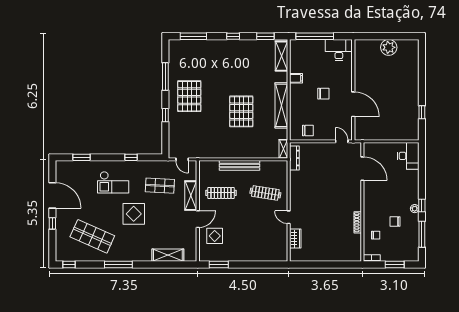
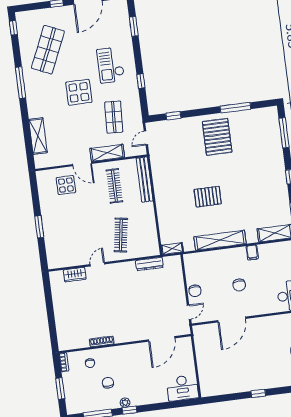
pallet: (189, 96) -> (217, 137), turned 90
pallet: (241, 111) -> (208, 197), width x0.73, depth x0.71
window: (422, 112) -> (258, 393), moved
window: (165, 115) -> (173, 116), moved
chair: (308, 131) -> (195, 291), moved
dresser: (294, 158) -> (149, 264), moved
bench: (240, 165) -> (145, 180), moved
window: (219, 264) -> (39, 227), moved

